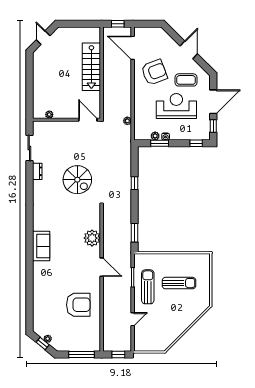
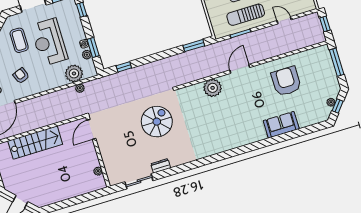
armchair: (154, 72) -> (21, 76), width x0.53, depth x0.53
plant: (142, 120) -> (74, 73), added
window: (135, 183) -> (124, 67), moved
sofa: (41, 246) -> (281, 125), moved

